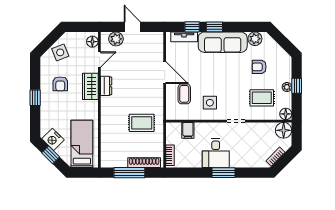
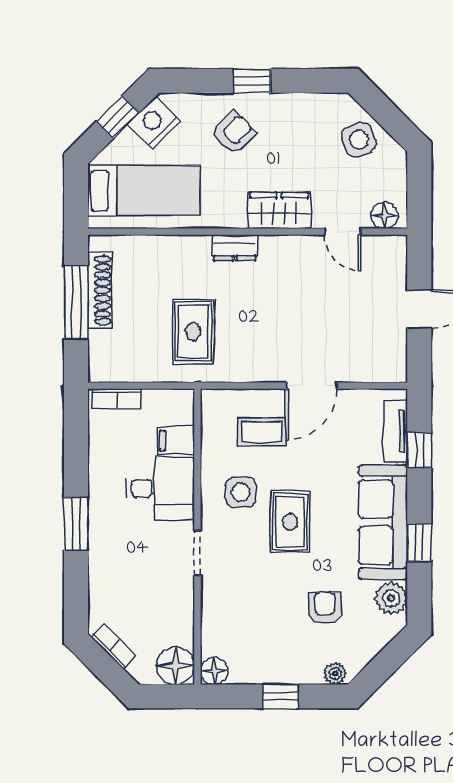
window: (214, 27) -> (419, 542), moved
plant: (116, 39) -> (391, 271), removed
armchair: (60, 84) -> (234, 133), moved, turned 135
dresser: (106, 86) -> (235, 248), moved
plant: (287, 87) -> (335, 673), moved
rug: (262, 98) -> (290, 522), moved
desk: (216, 153) -> (160, 489), moved, turned 180
shoe rack: (144, 163) -> (100, 290), moved

